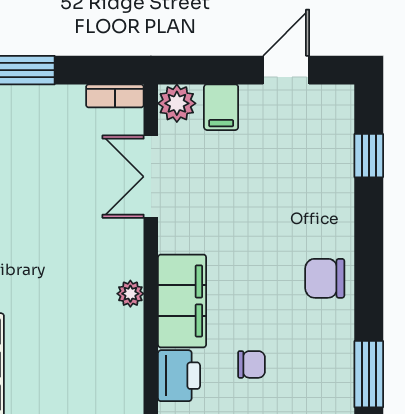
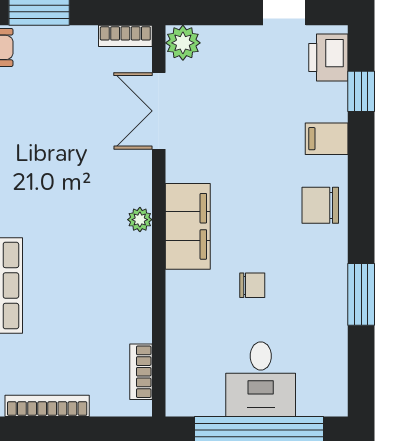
filing cabinet: (221, 107) -> (327, 139), moved, turned 90
printer: (179, 376) -> (328, 57), moved, turned 180

